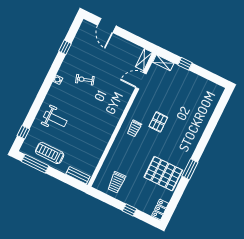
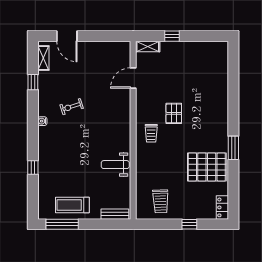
shelving: (144, 60) -> (43, 58), moved
weight bench: (55, 119) -> (115, 165), moved, turned 180
window: (23, 132) -> (33, 168), moved

